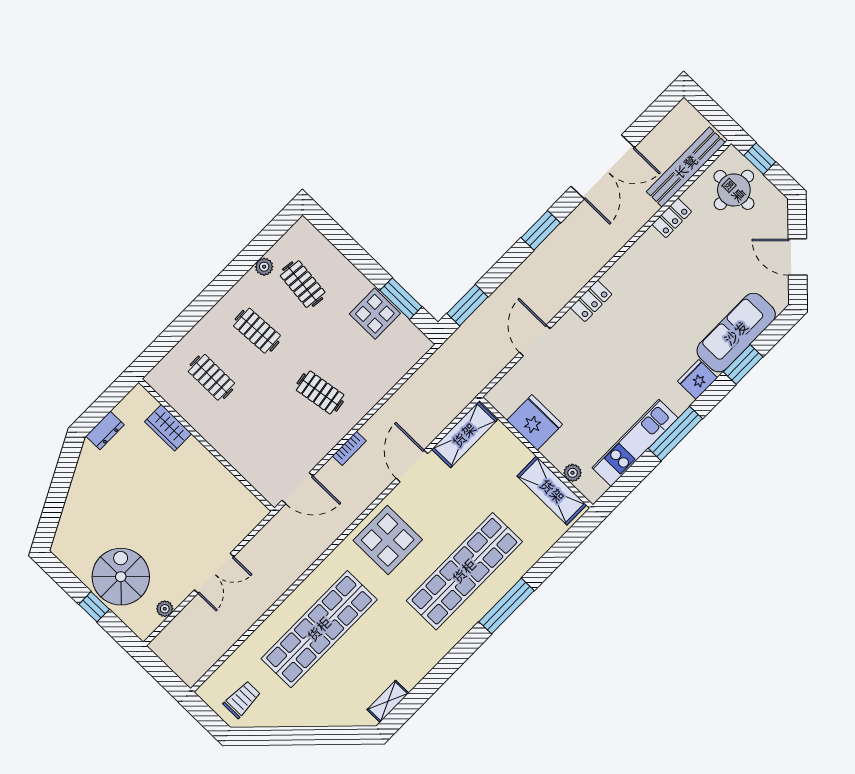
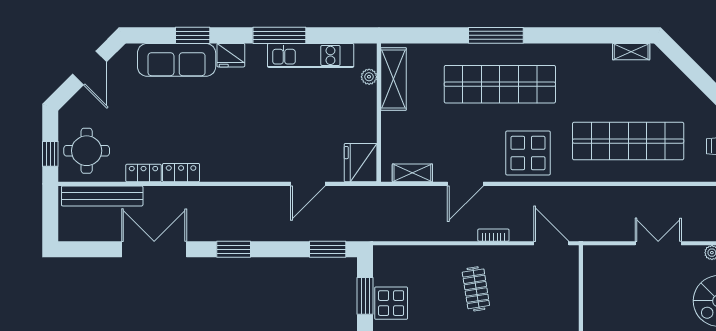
locker: (591, 301) -> (181, 173), moved
fridge: (535, 422) -> (361, 163), moved
shelving: (464, 435) -> (412, 173), width x0.67, depth x0.75

